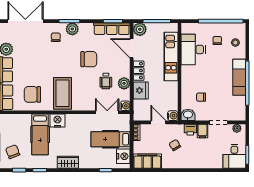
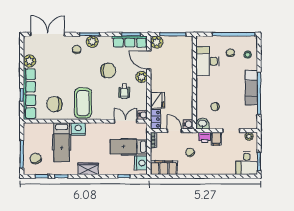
kitchen unit: (171, 57) -> (186, 68), removed
locker: (139, 71) -> (155, 119), moved
plant: (124, 83) -> (142, 77), moved

